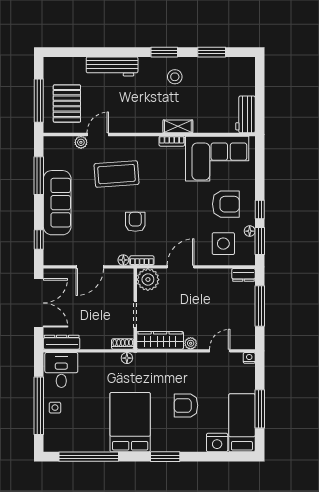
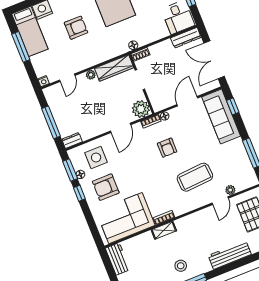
sofa: (57, 203) -> (221, 116), moved

